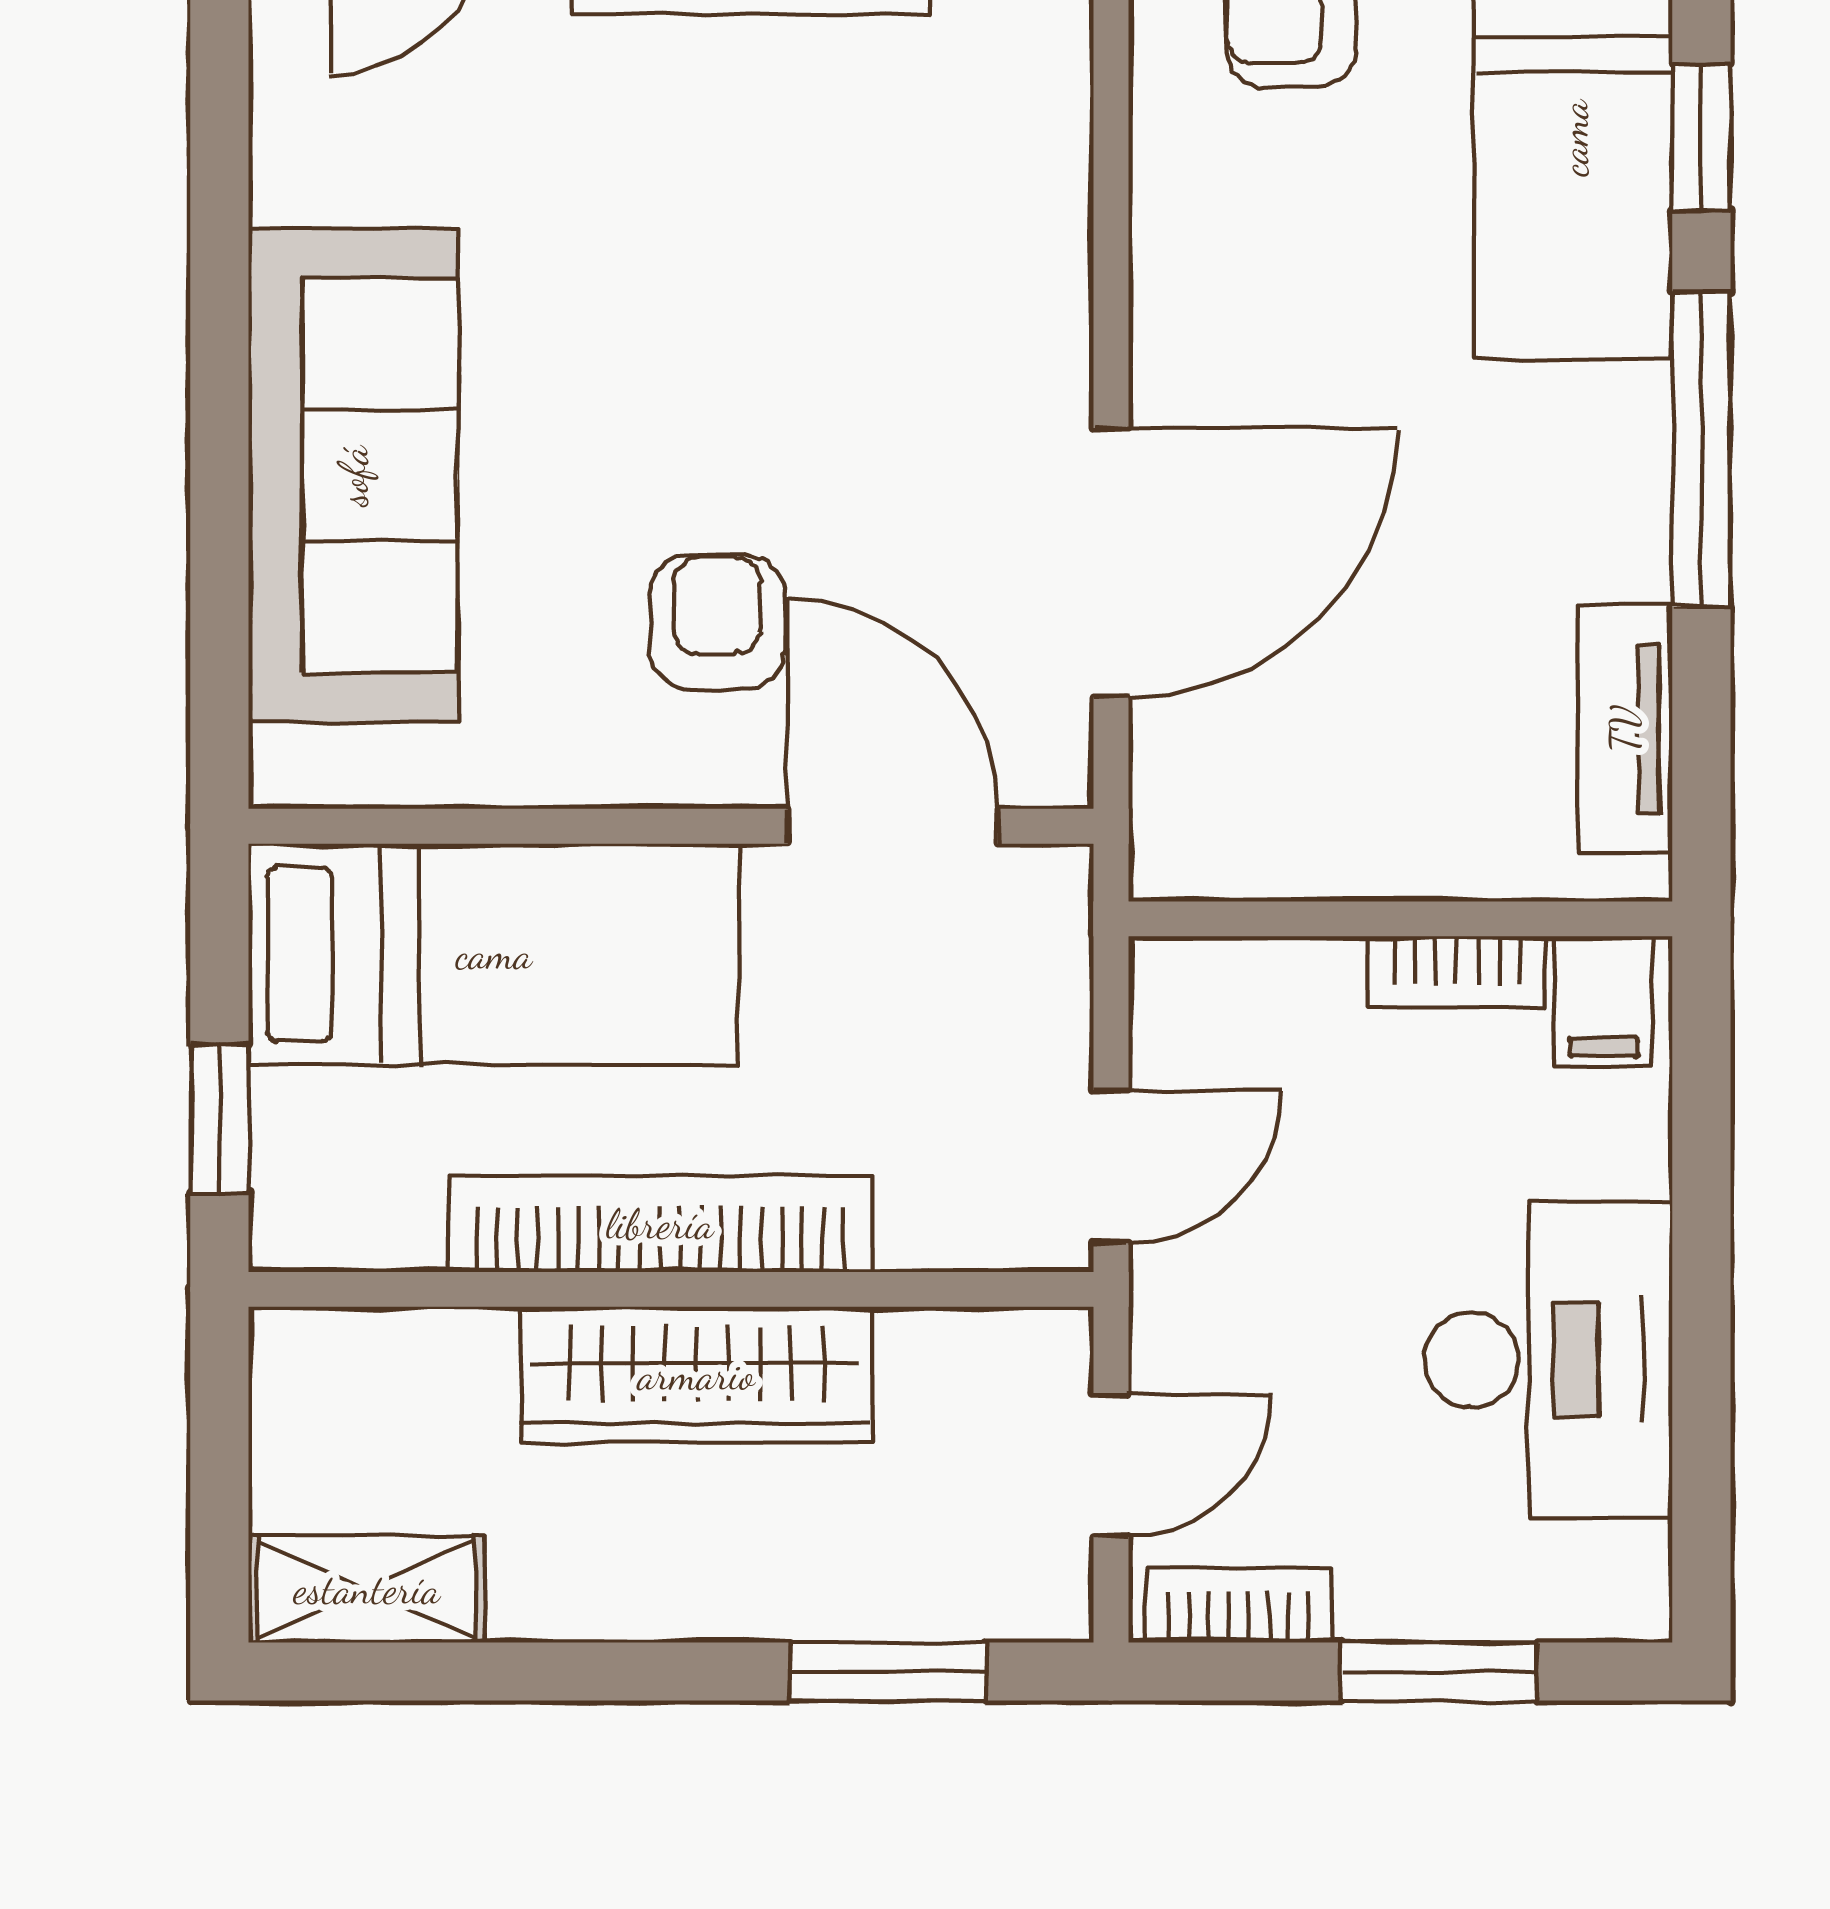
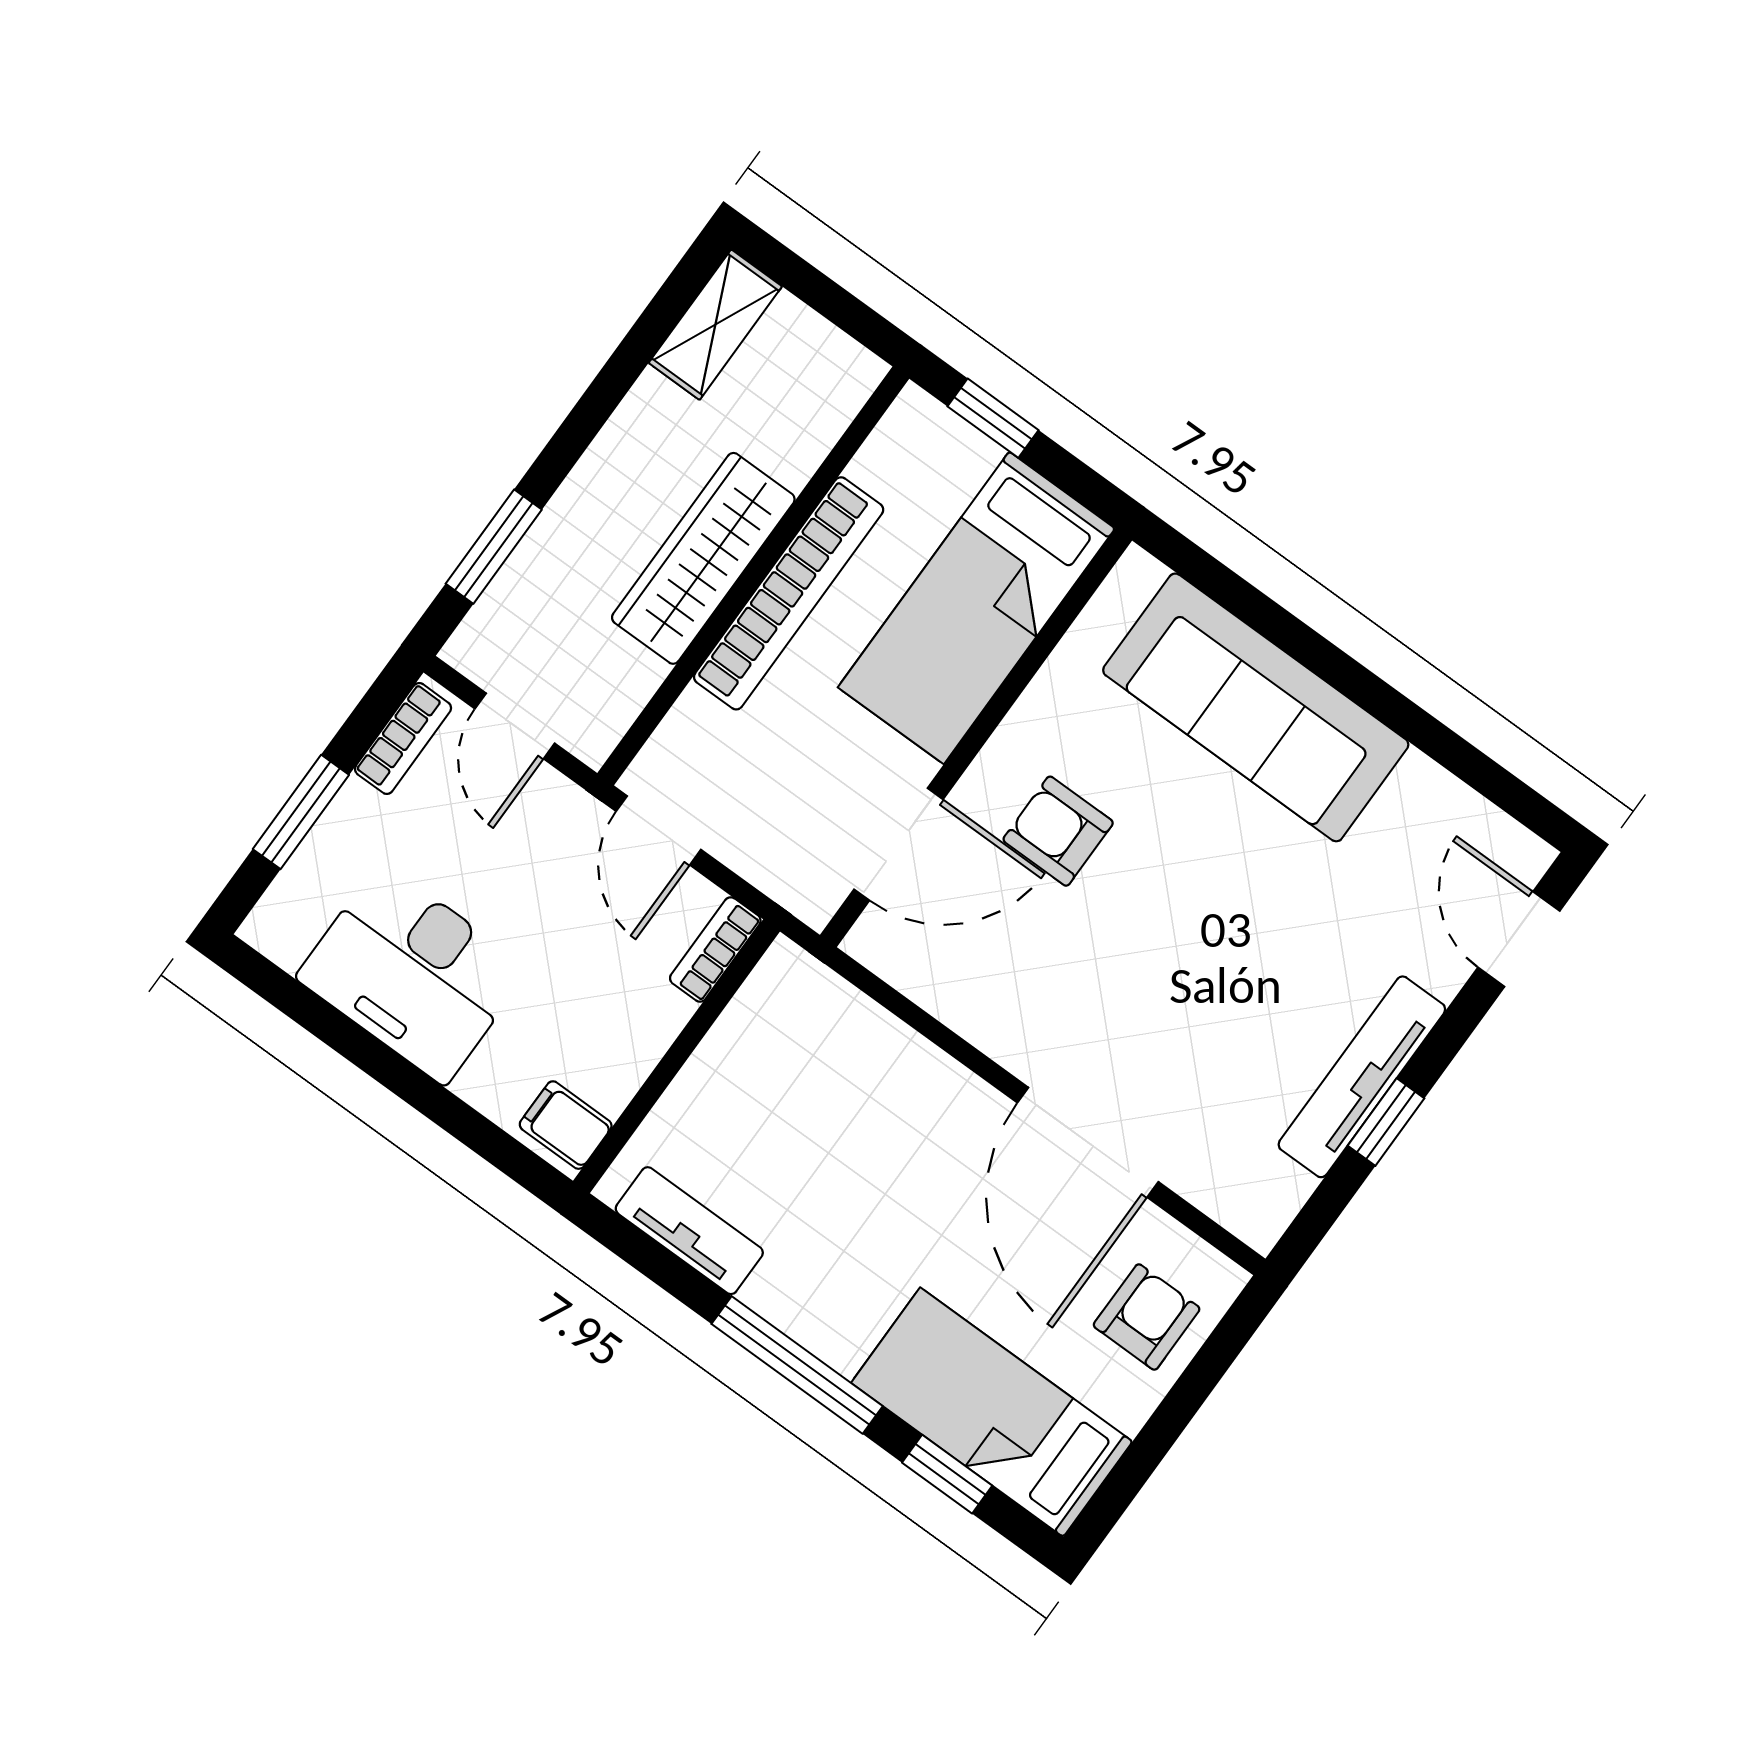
door: (1111, 563) -> (1088, 1142), moved
armchair: (717, 622) -> (1058, 831), turned 180
bookcase: (1457, 972) -> (715, 949), moved

